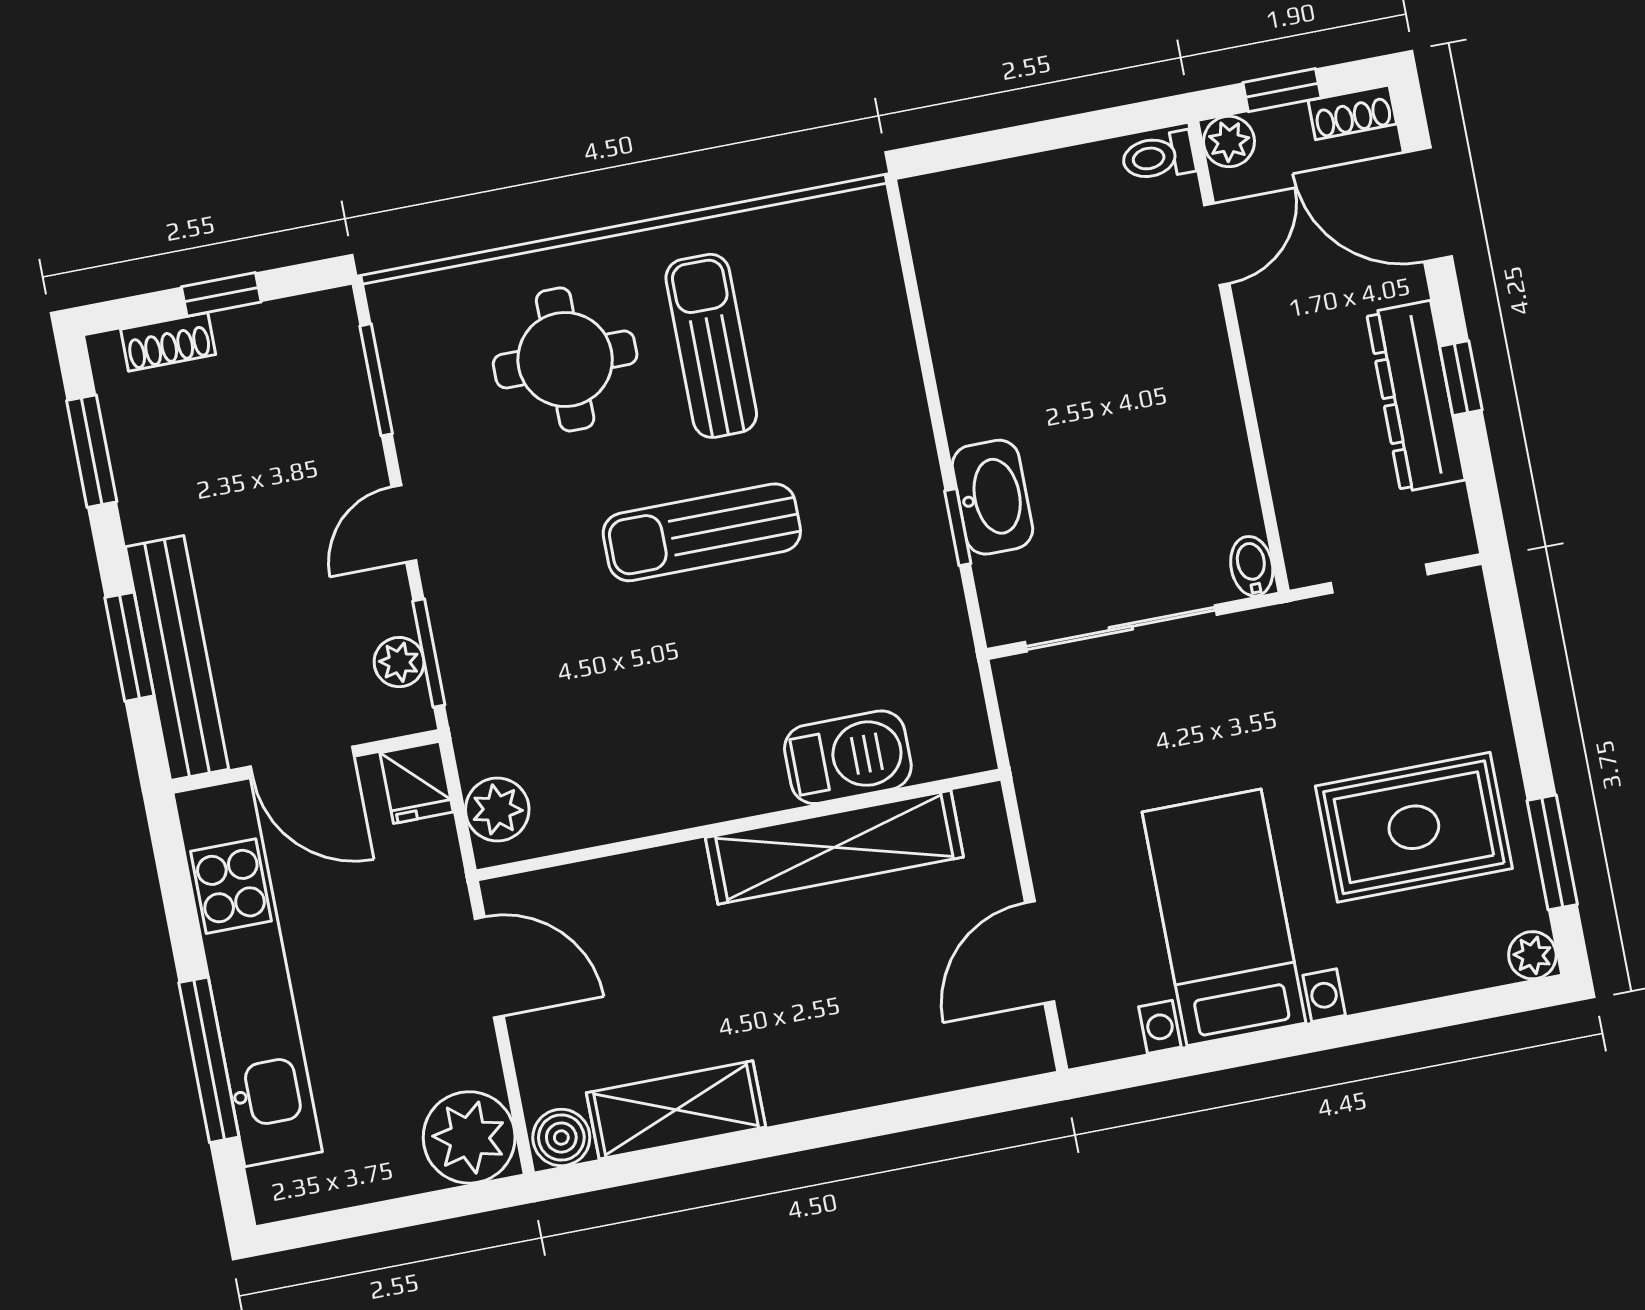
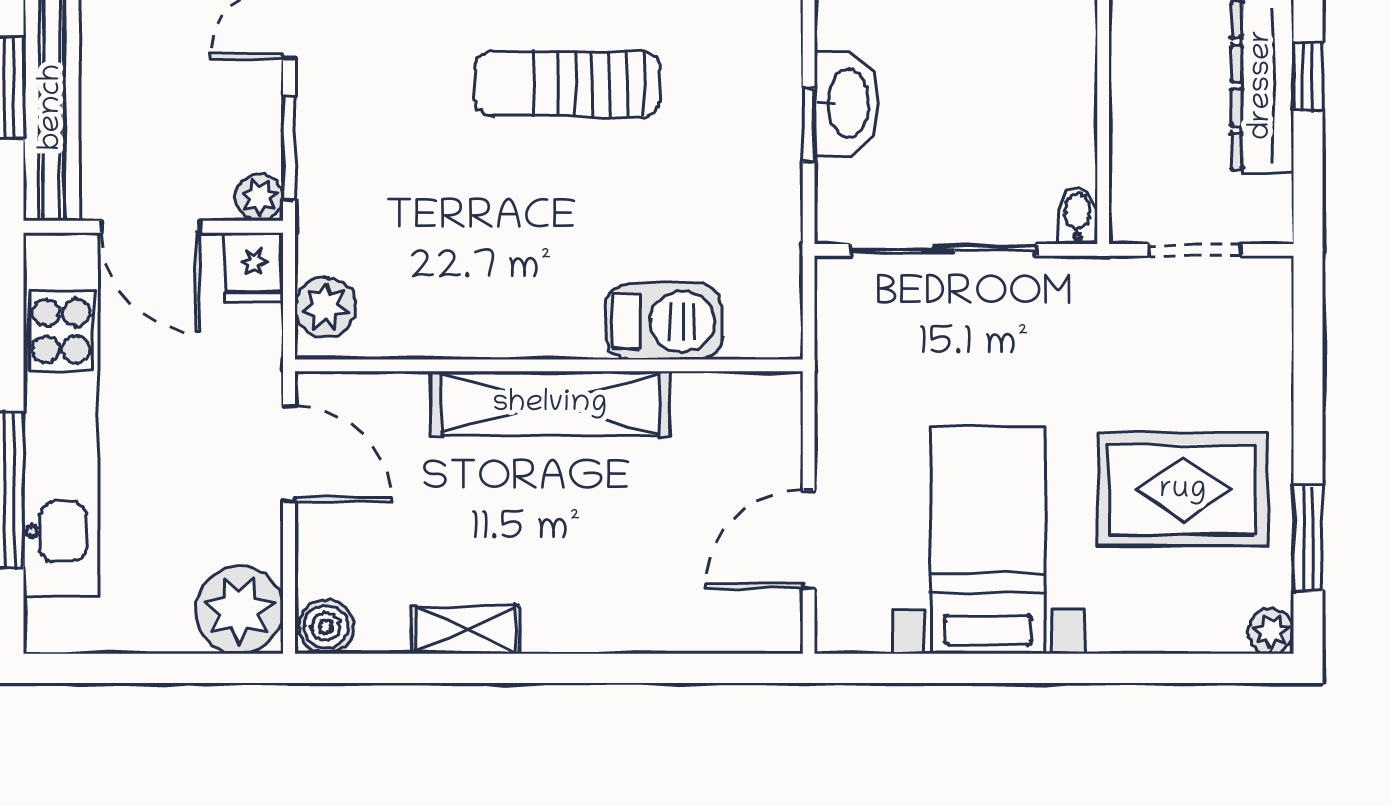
plant: (399, 662) -> (260, 197), moved
shelving: (834, 847) -> (550, 404), moved
shelving: (676, 1110) -> (466, 630), width x0.67, depth x0.75

